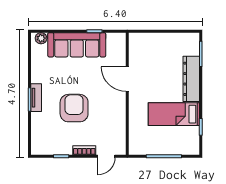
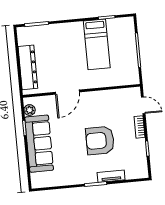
plant: (41, 38) -> (30, 110), moved
dresser: (191, 79) -> (28, 67), moved, turned -90
tv unit: (36, 98) -> (111, 176), moved

